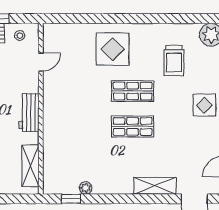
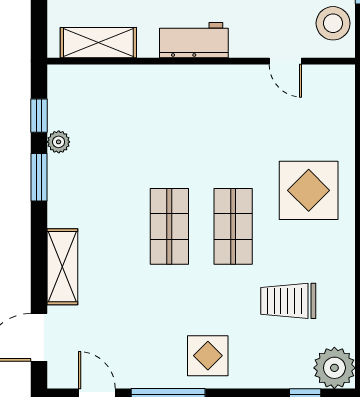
stool: (20, 36) -> (333, 23), width x1.89, depth x1.89
window: (105, 199) -> (39, 177), added

